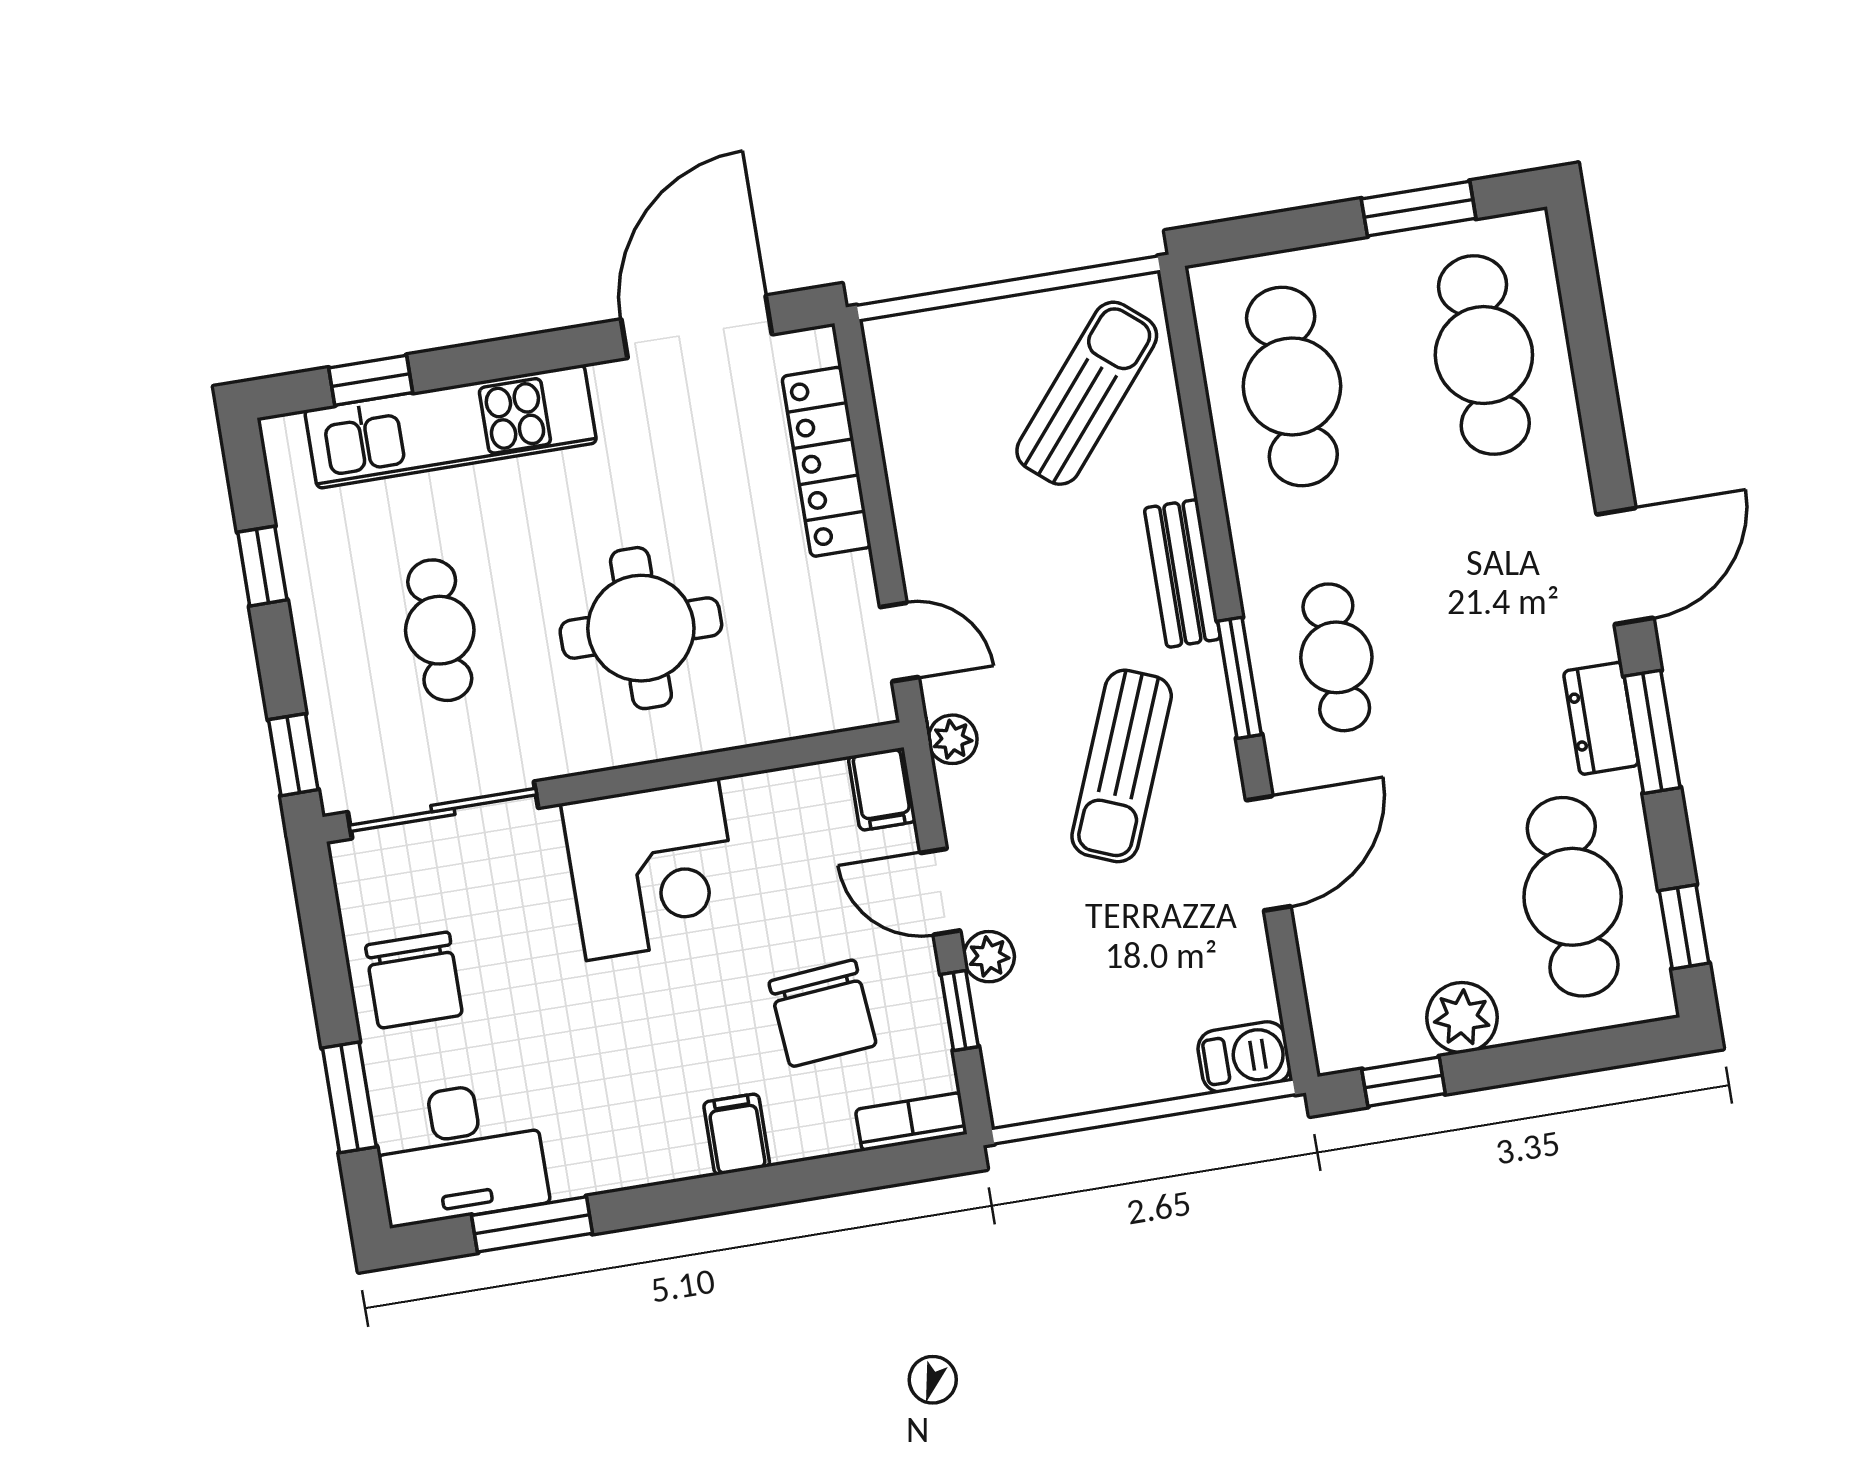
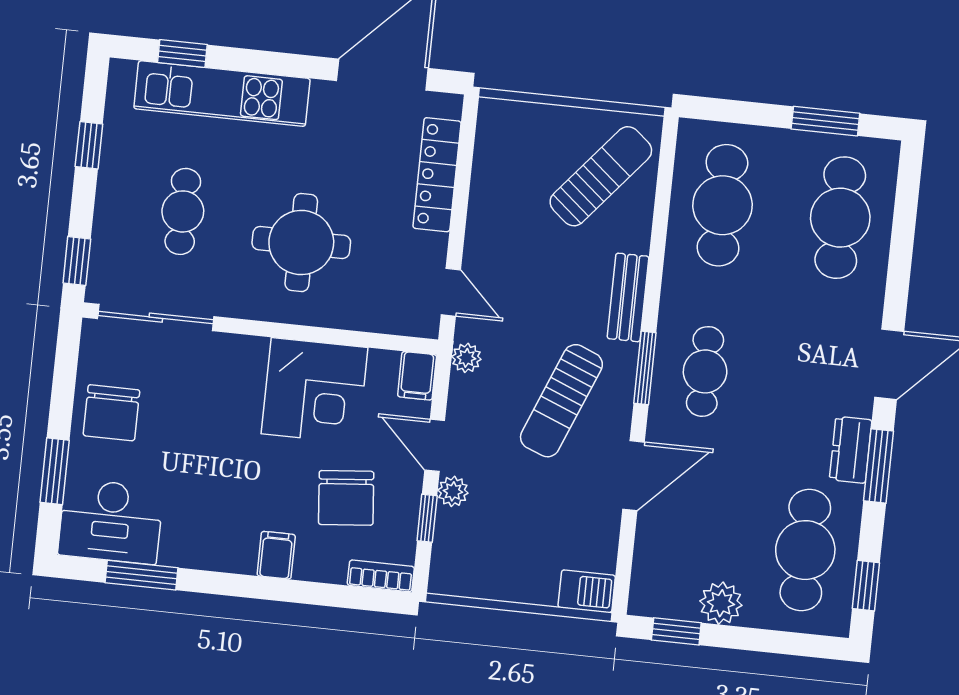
corner desk: (652, 869) -> (315, 391), moved

